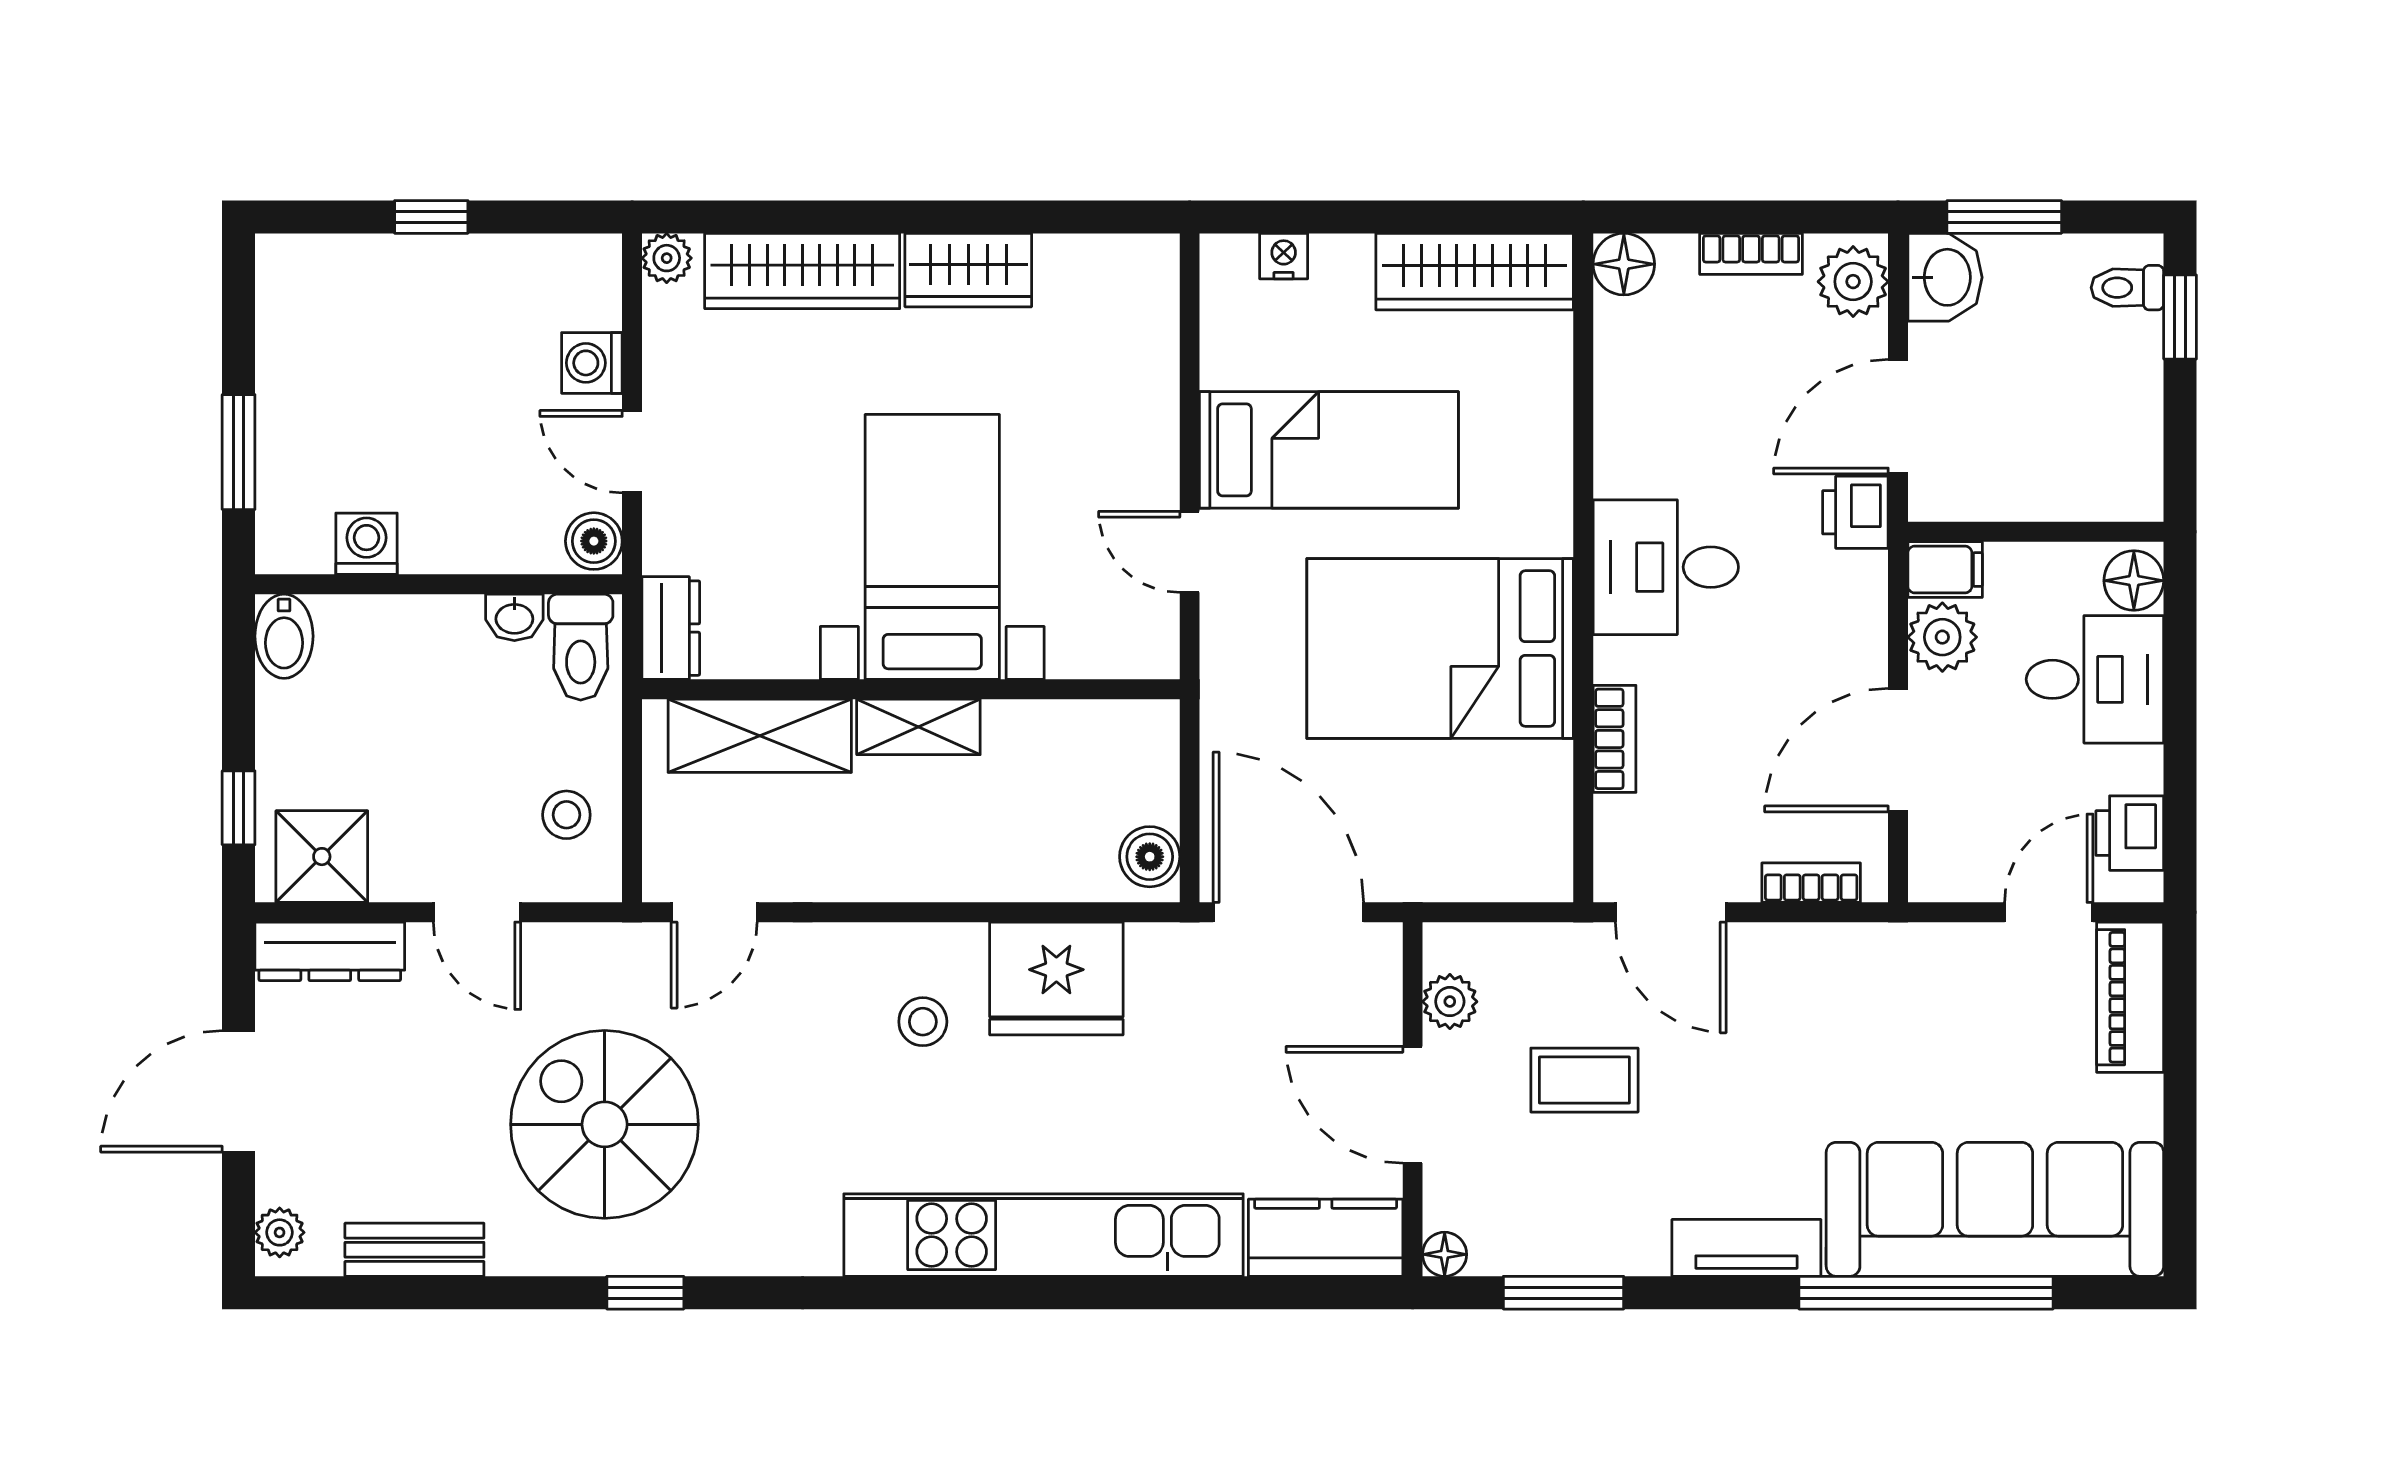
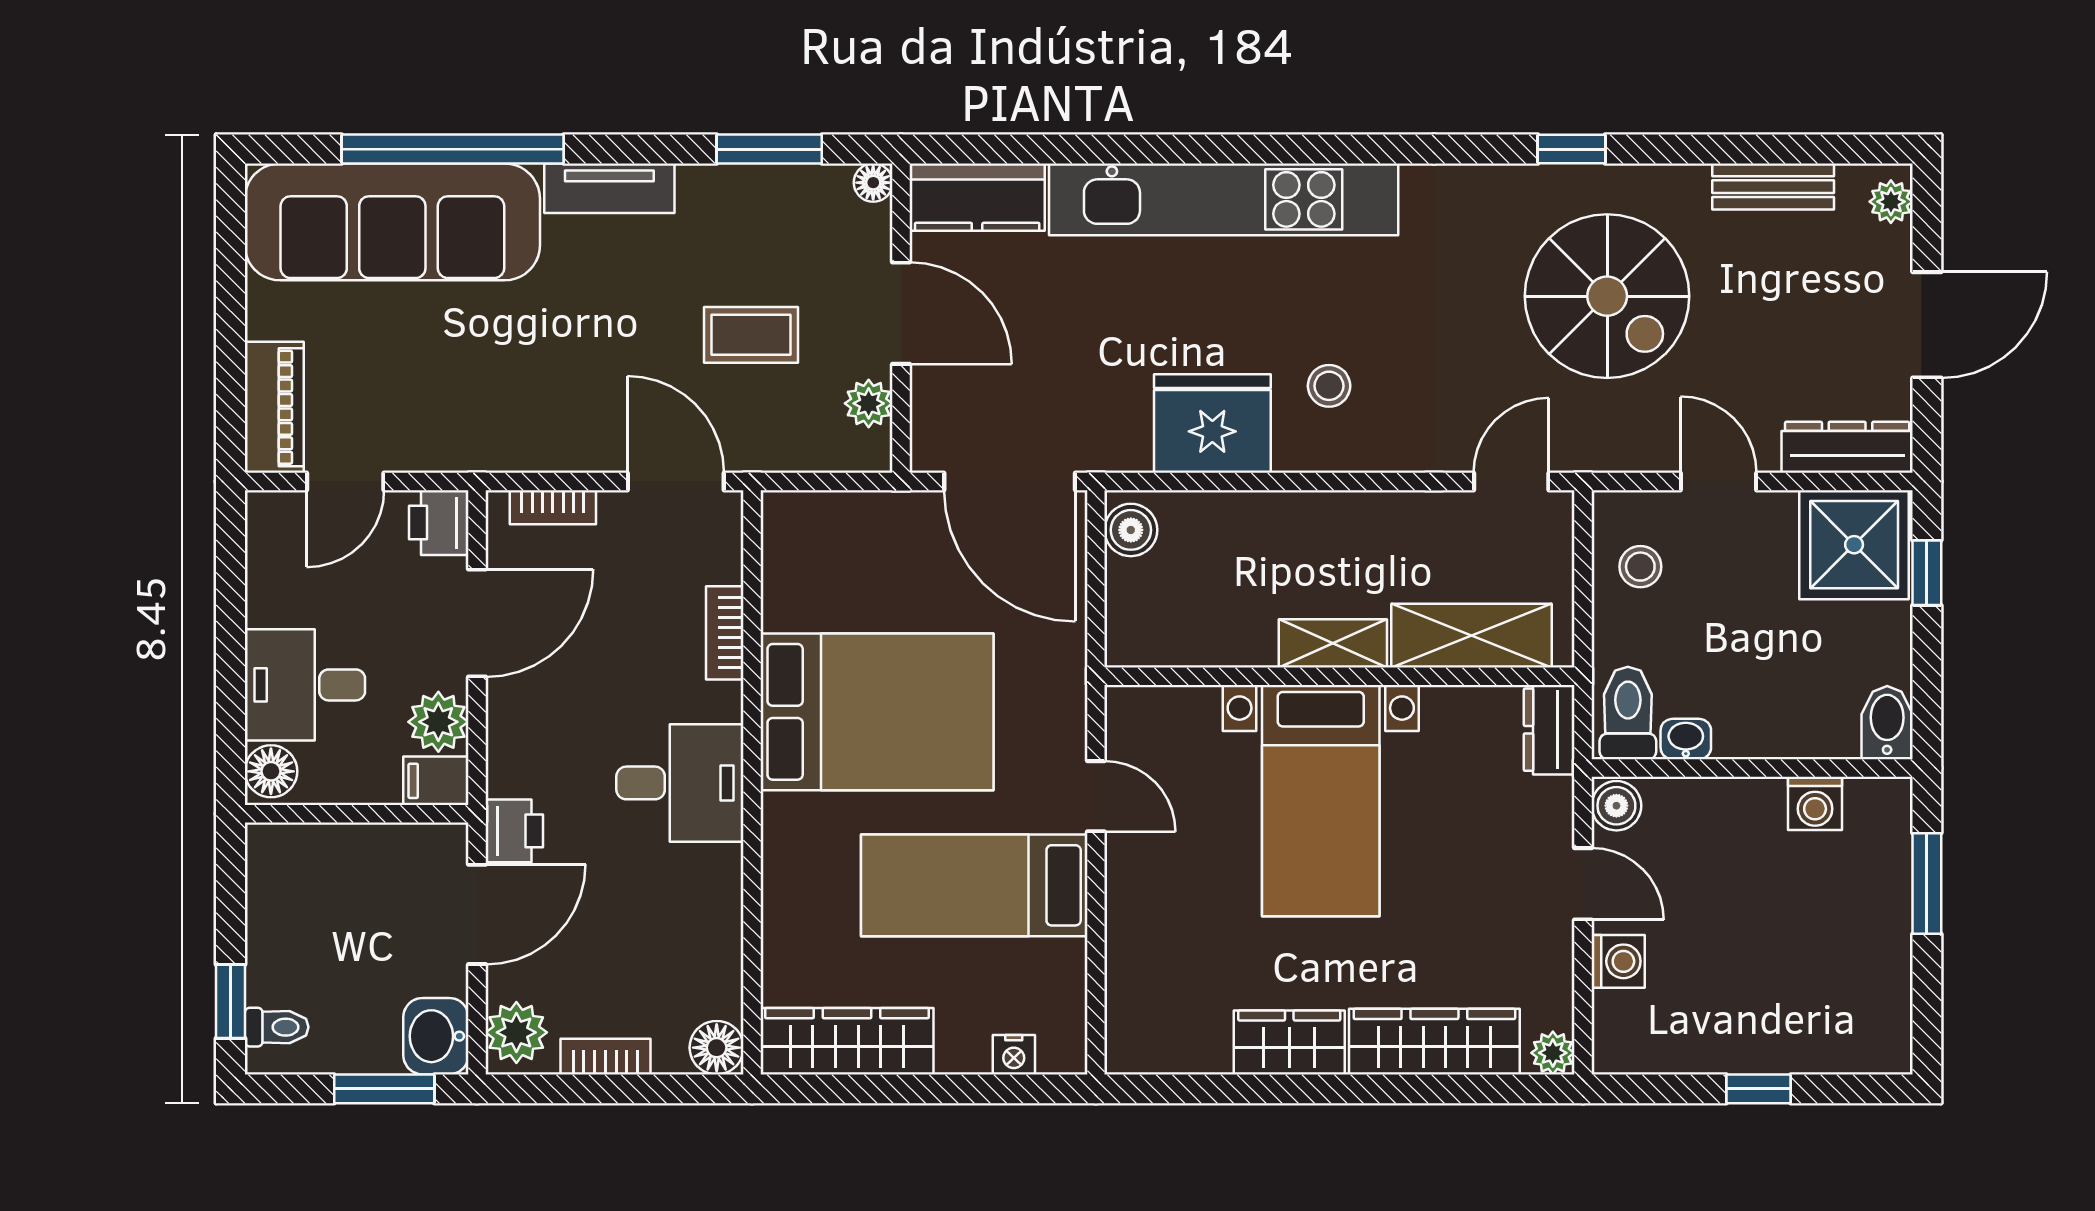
printer: (2130, 833) -> (439, 523), moved, turned 180
shower: (322, 857) -> (1854, 545), width x1.36, depth x1.36

